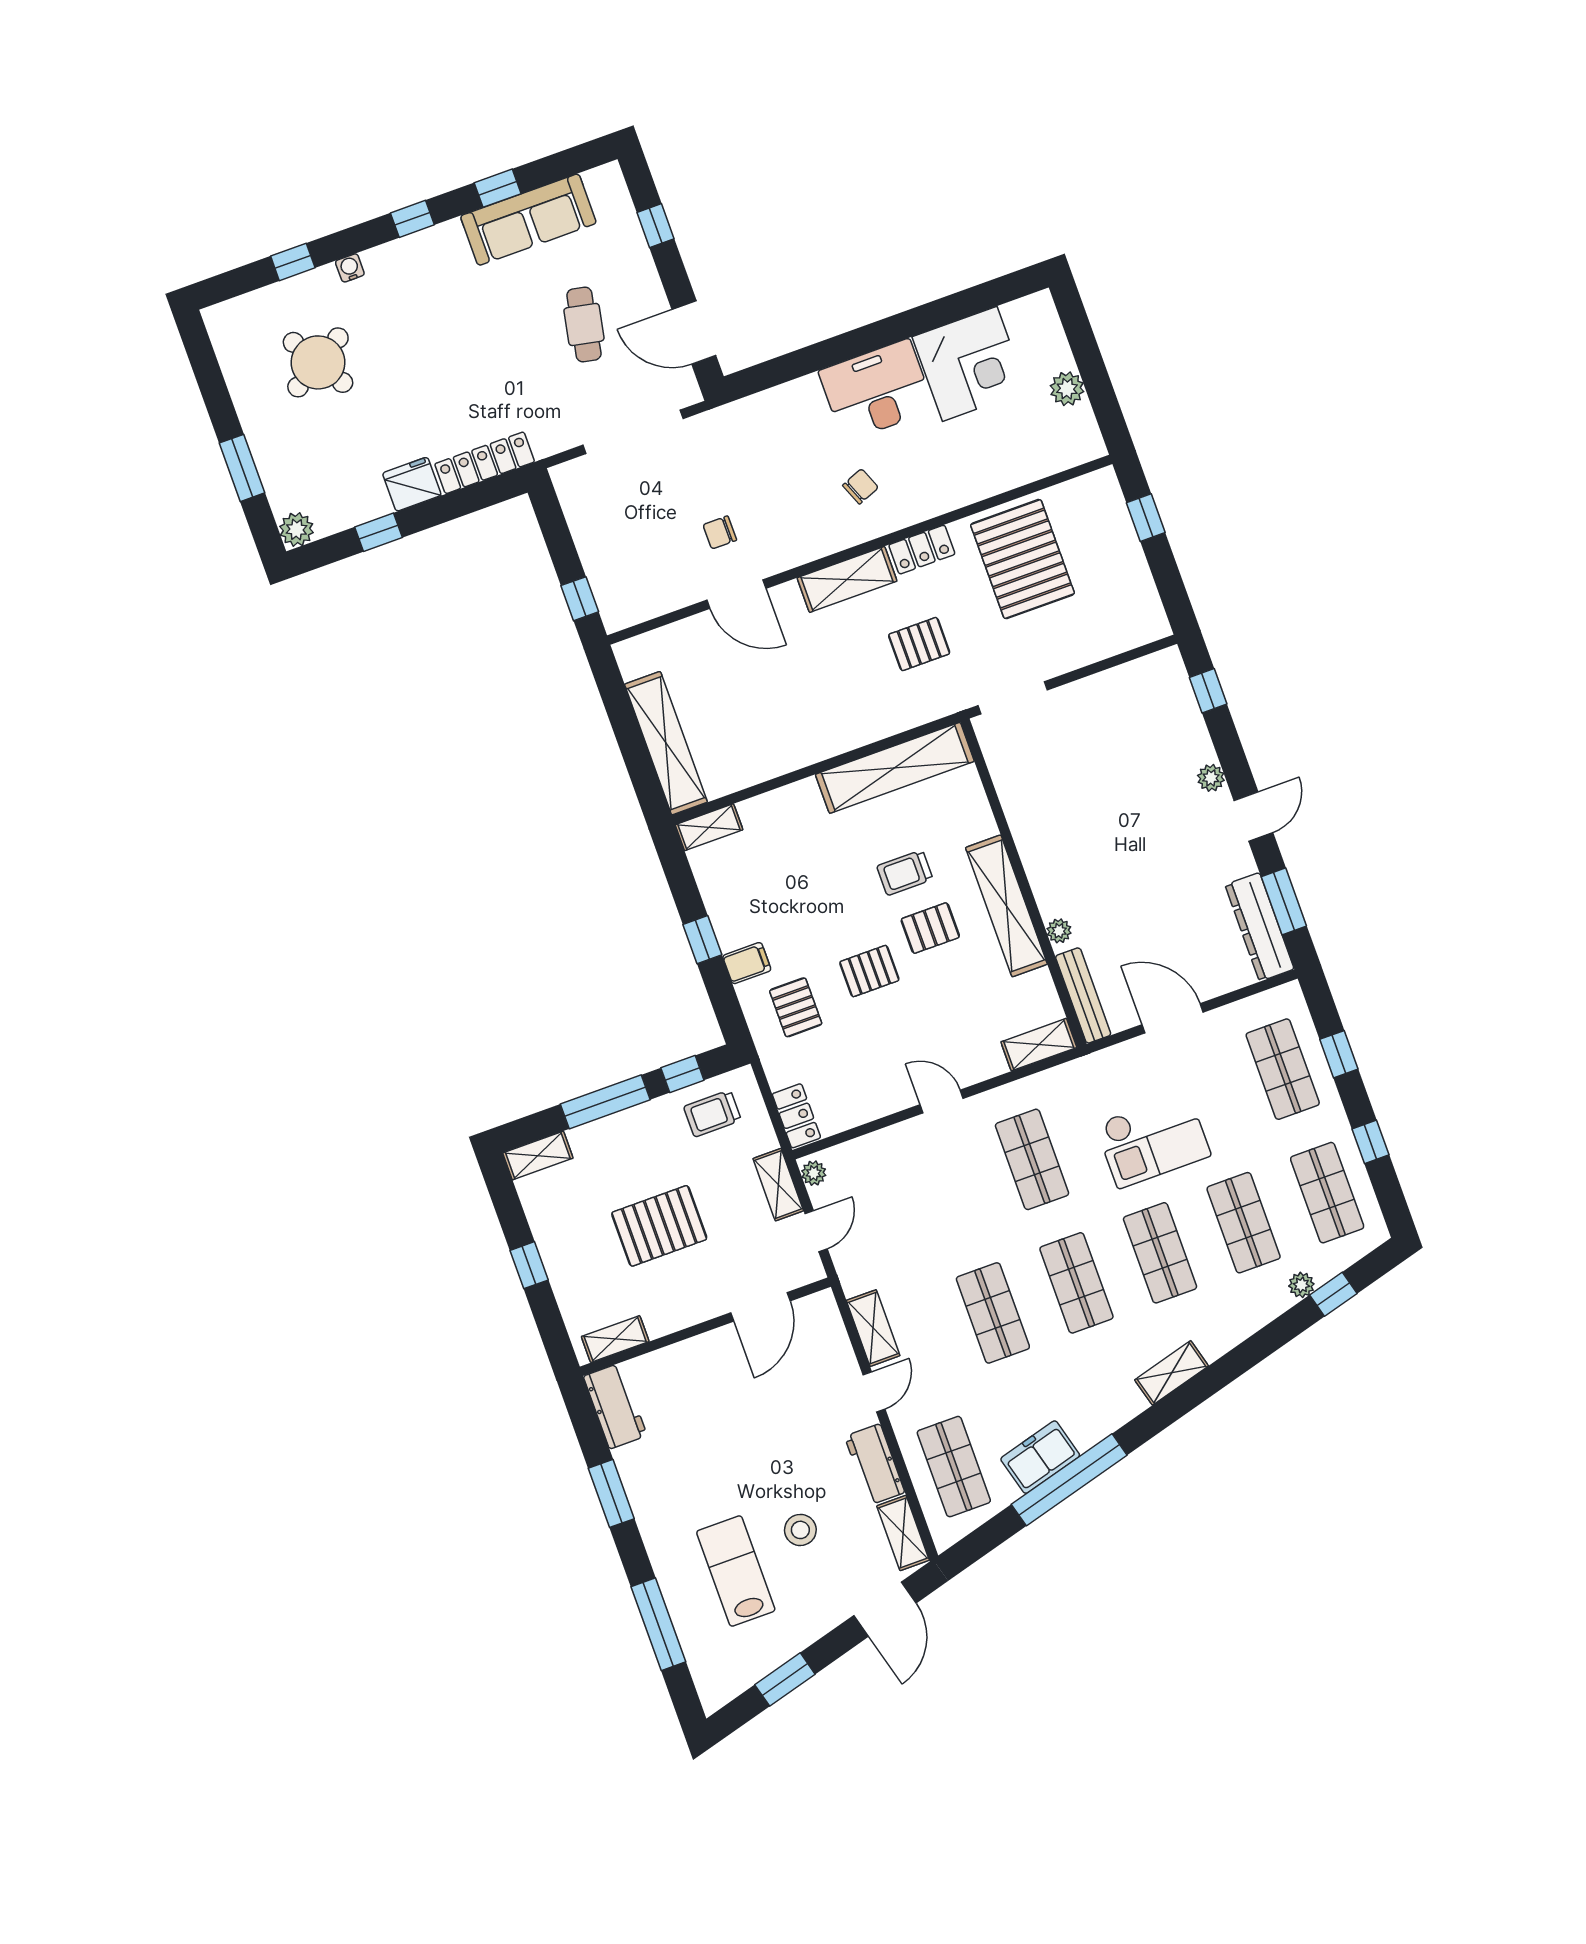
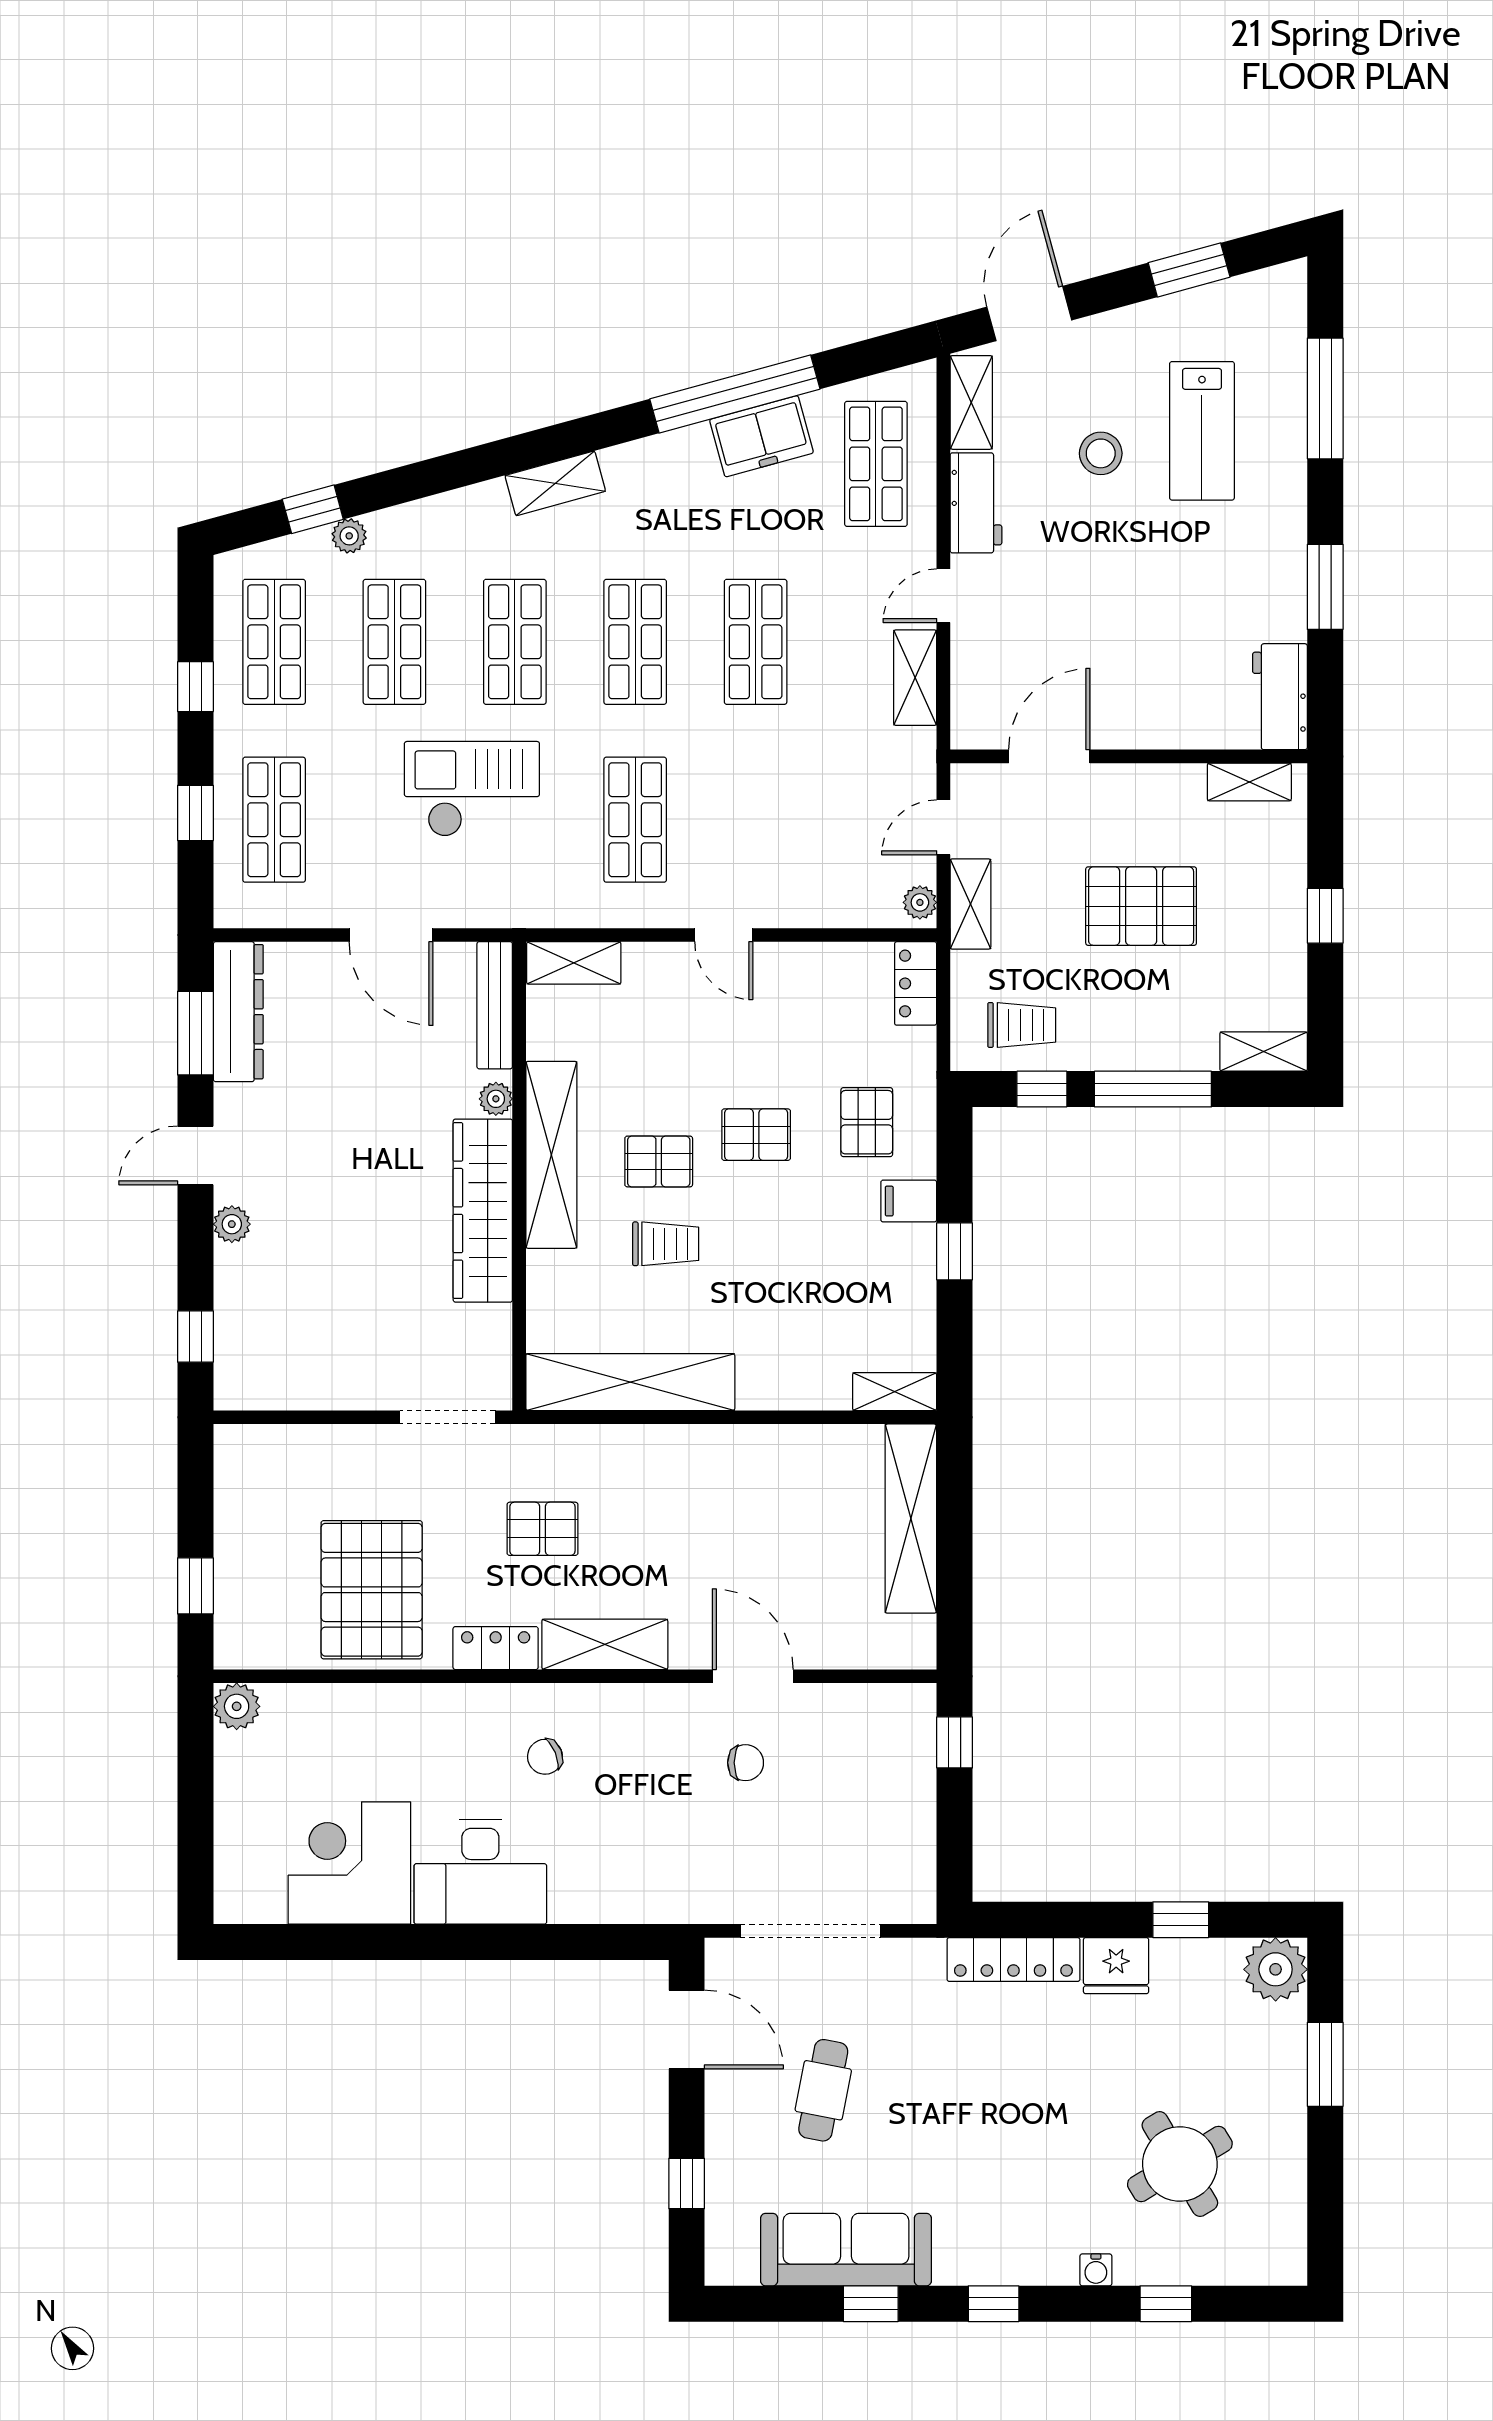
plant: (1067, 389) -> (237, 1706), moved
plant: (296, 529) -> (1276, 1969), width x1.36, depth x1.36
wardrobe: (1040, 850) -> (483, 1211), added

